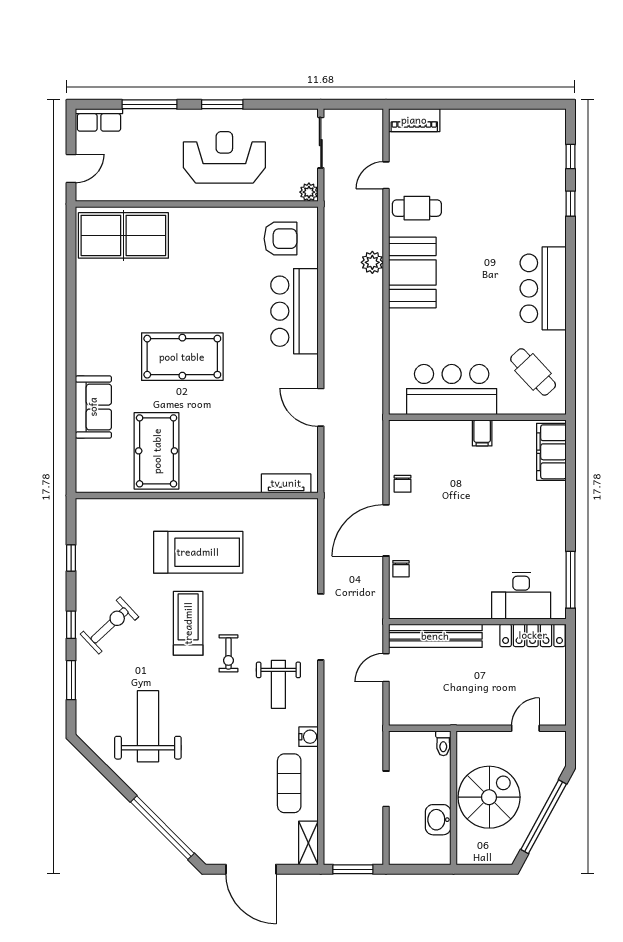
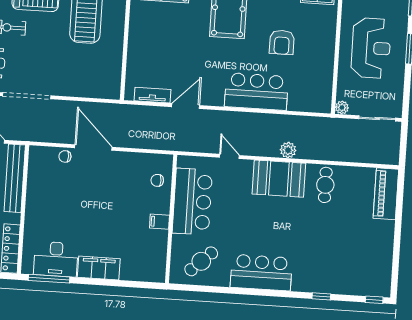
piano: (414, 120) -> (386, 194), width x1.37, depth x1.33
window: (571, 157) -> (374, 300), moved
door: (386, 175) -> (229, 156), moved
armchair: (280, 239) -> (282, 42), moved
filing cabinet: (551, 452) -> (99, 268), moved
tv unit: (286, 483) -> (152, 95), moved, turned -90
chair: (403, 484) -> (157, 180), moved
desk: (521, 596) -> (56, 259), moved, turned -90

